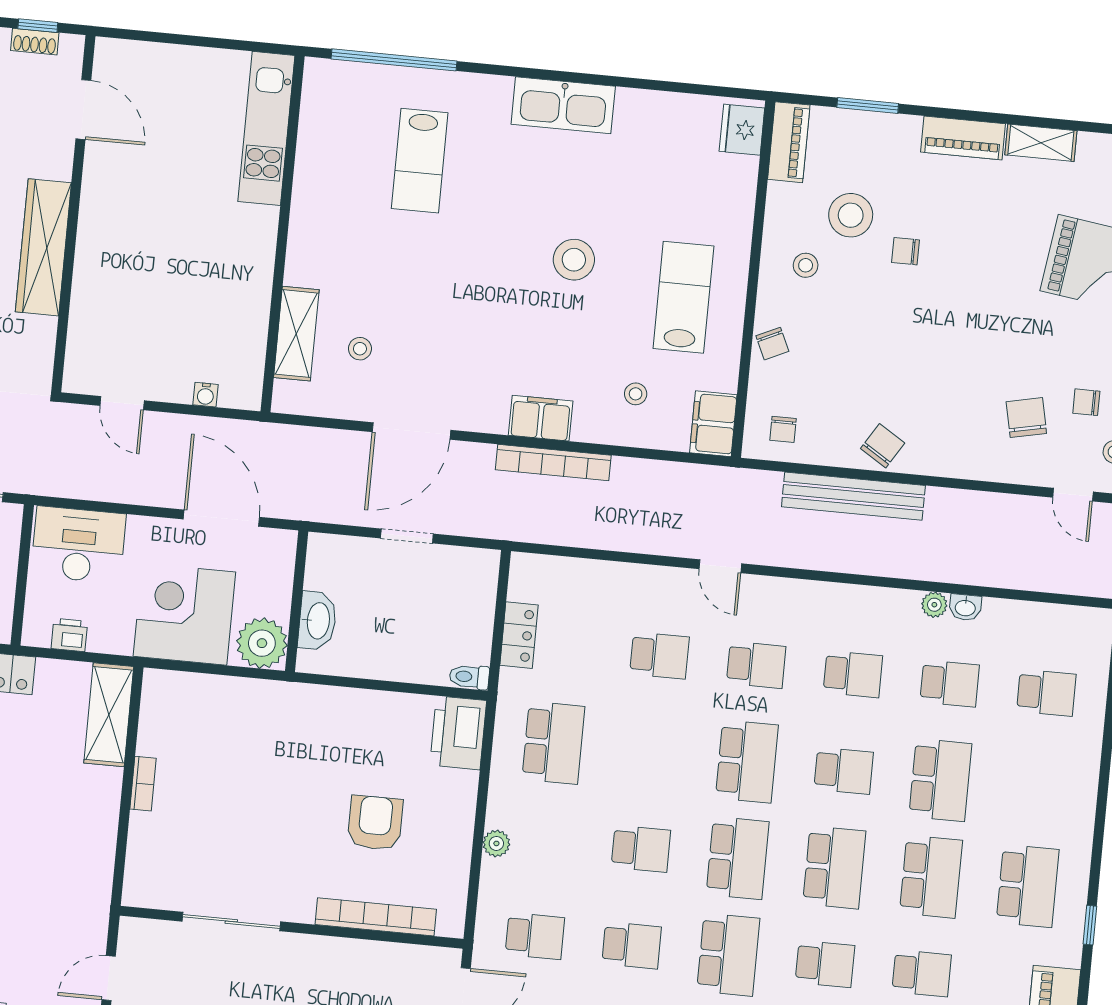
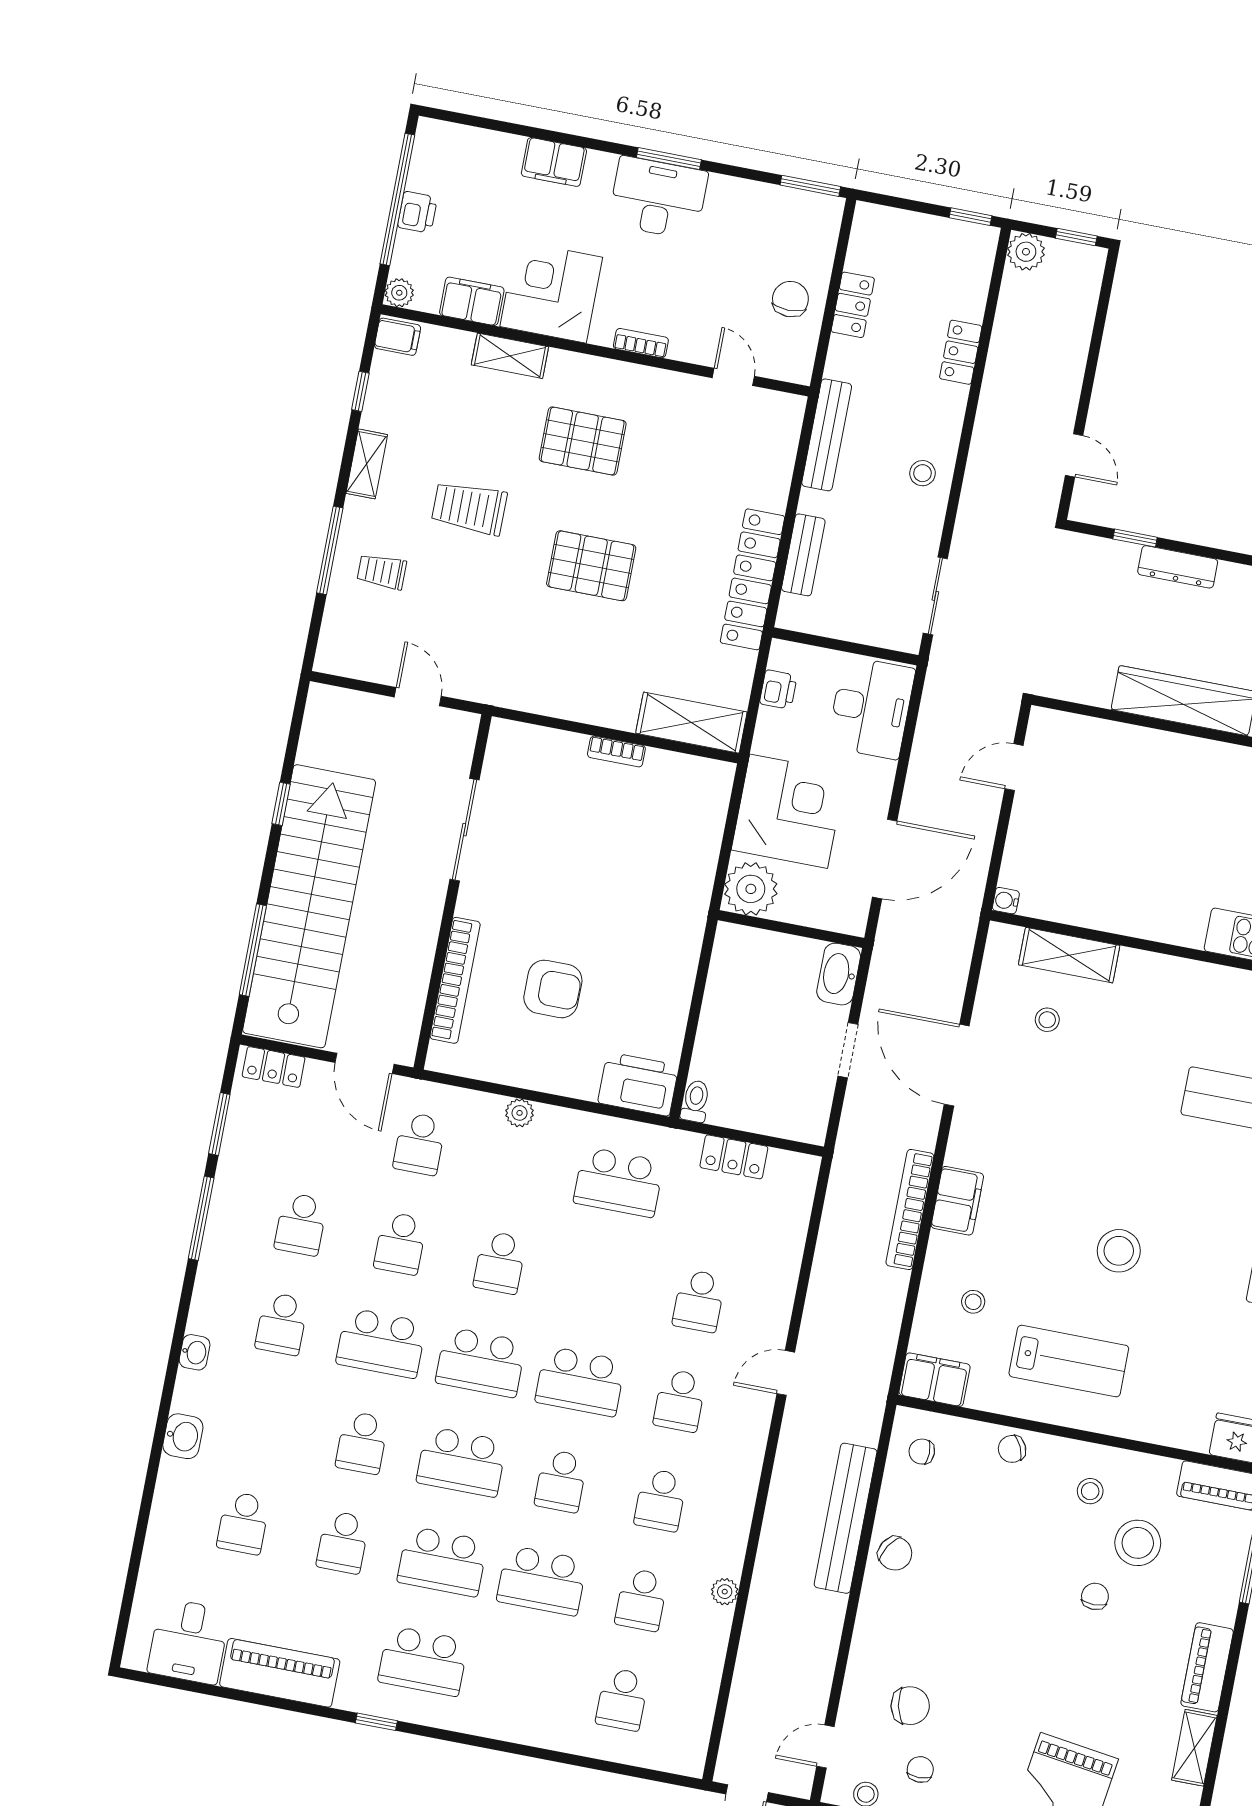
water cooler: (206, 395) -> (1006, 901), moved
washbasin: (965, 607) -> (719, 1624), removed
washbasin: (317, 621) -> (839, 974), moved, turned 90

